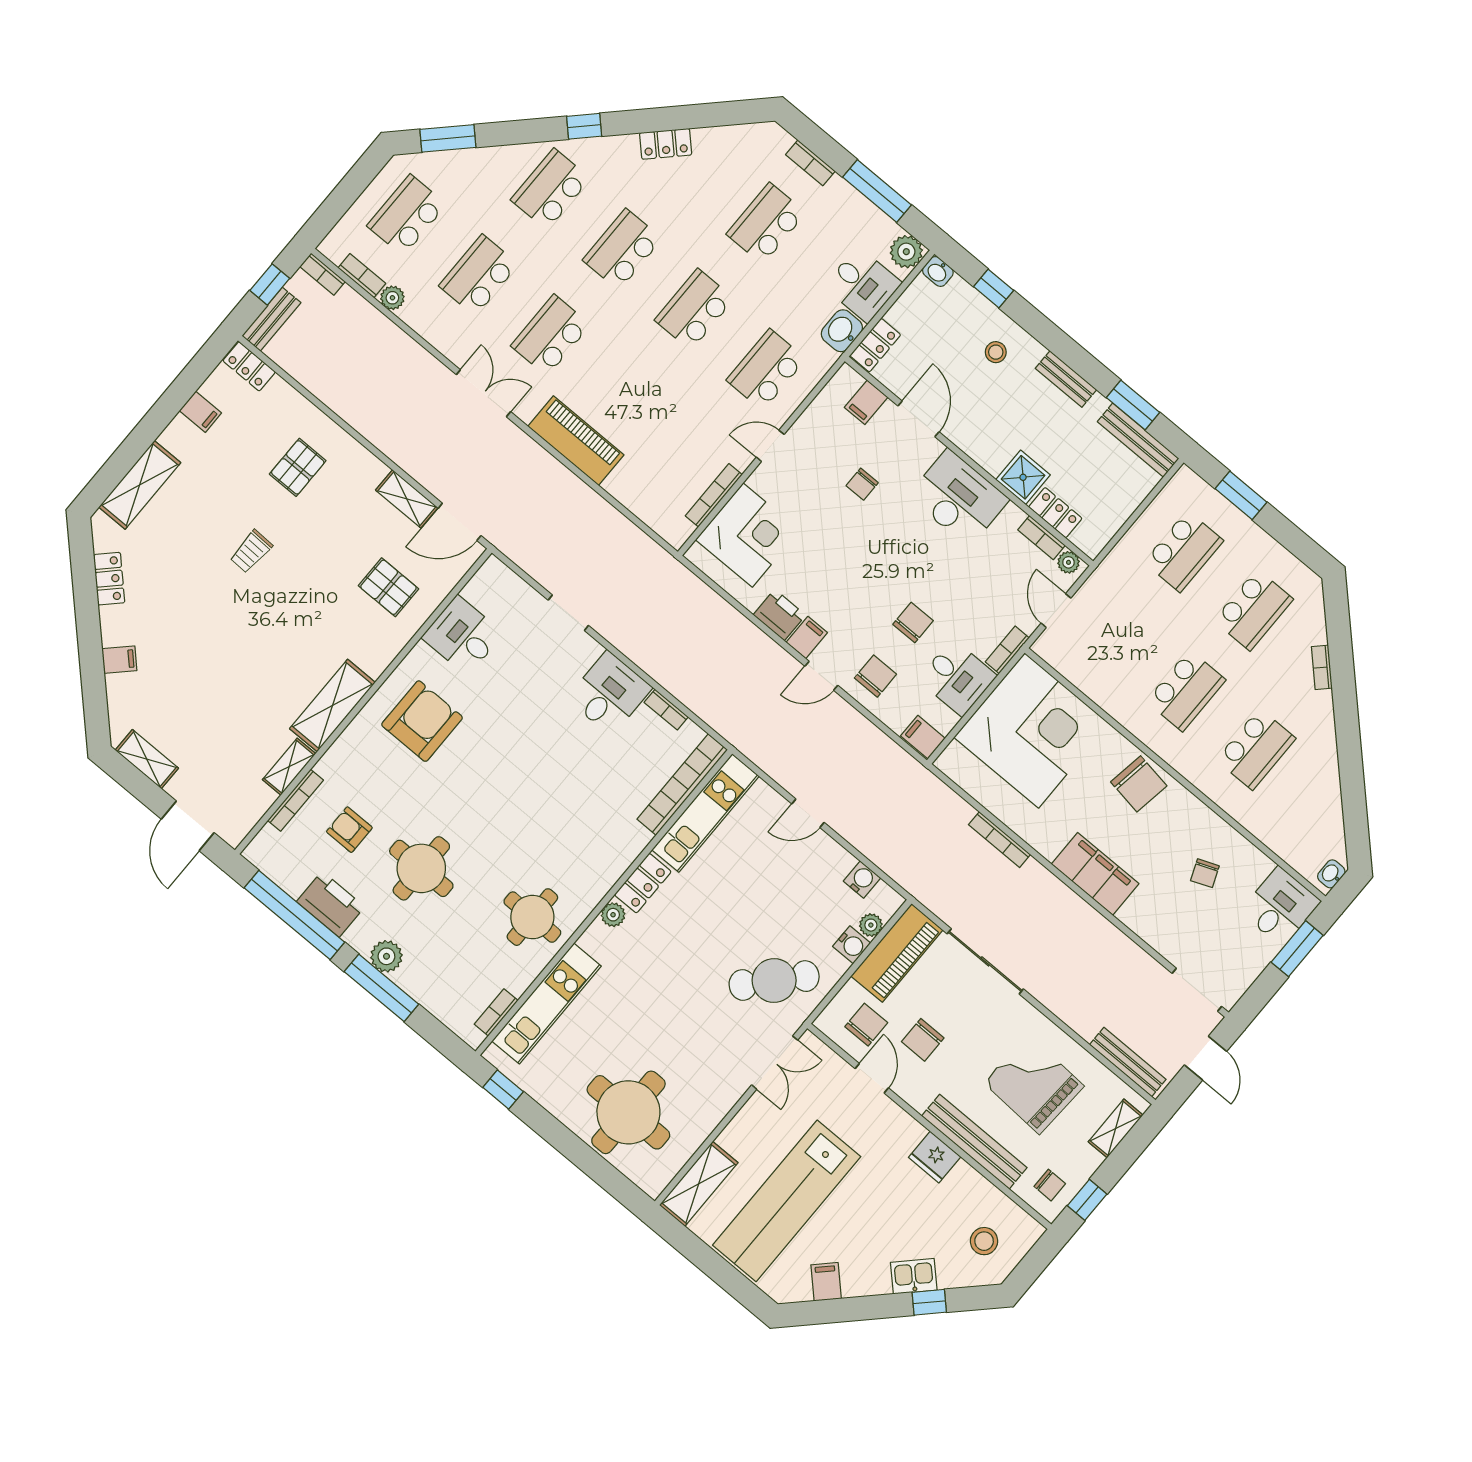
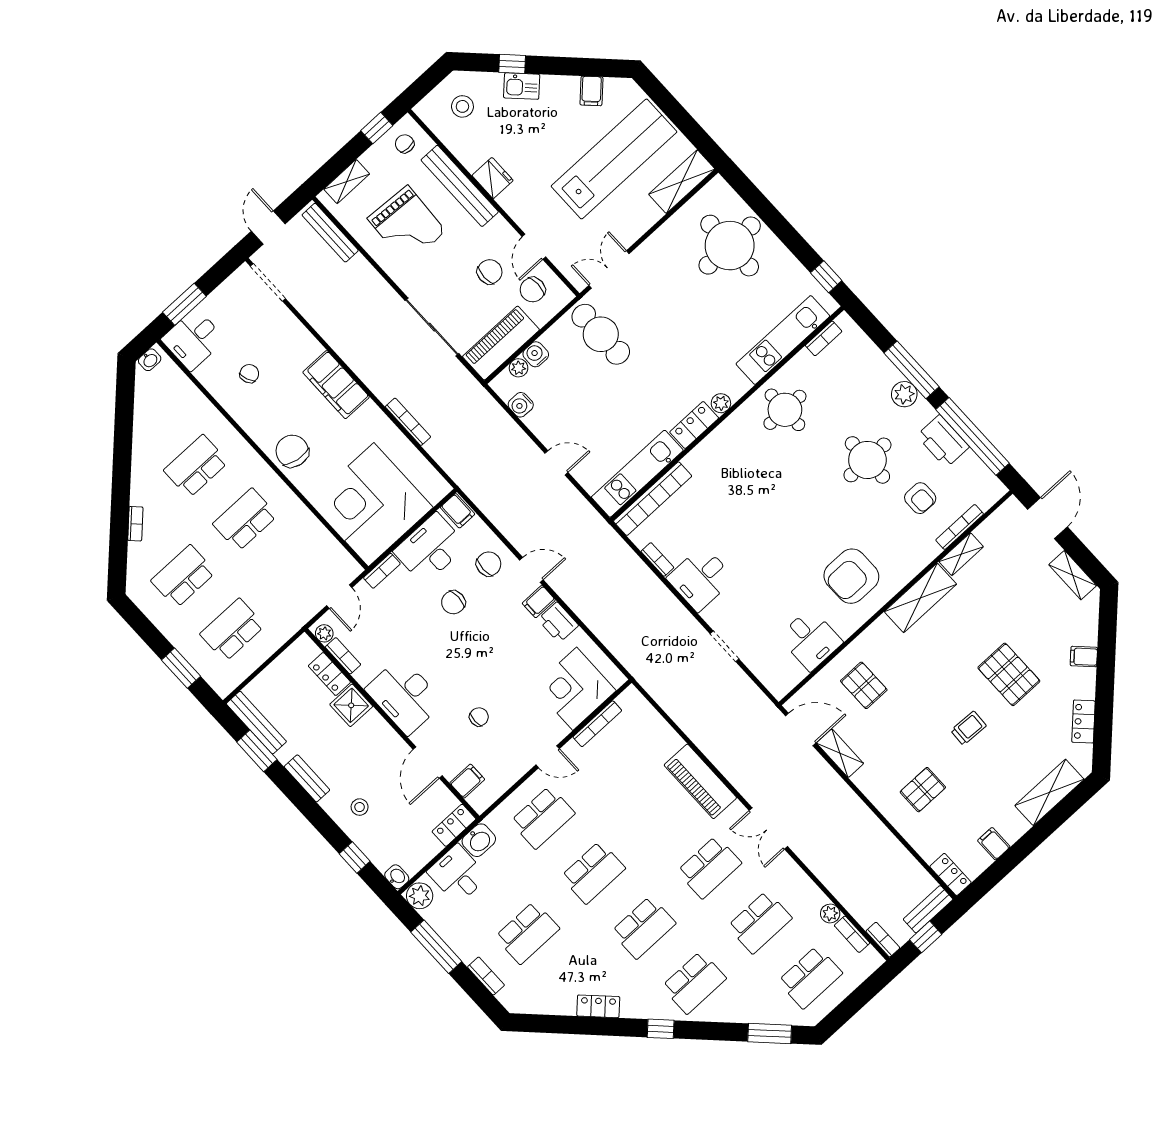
pallet: (210, 625) -> (1009, 674), added
chair: (875, 676) -> (489, 564), turned 180
desk: (957, 678) -> (430, 549), width x1.37
cafe table: (774, 981) -> (601, 334), turned 48

